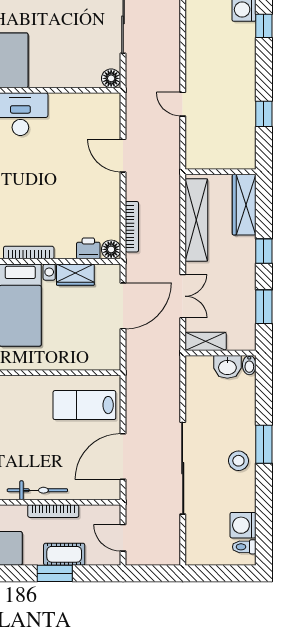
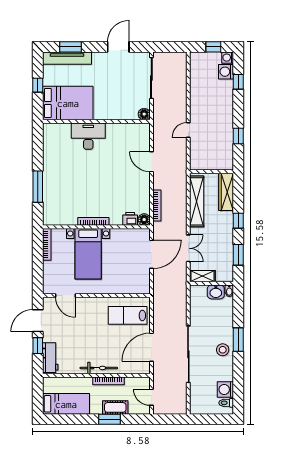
door: (183, 104) -> (188, 130), hinge flipped
wardrobe: (75, 275) -> (122, 235), removed

